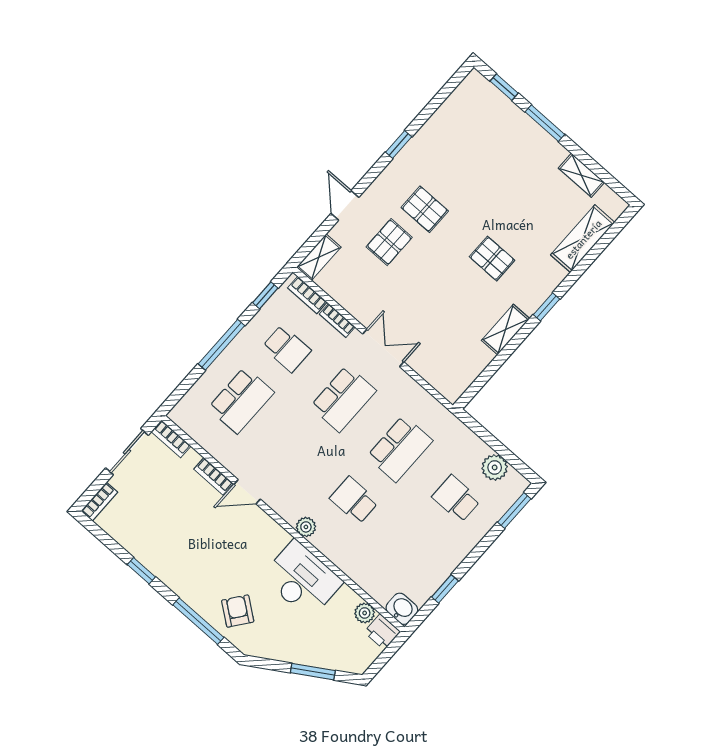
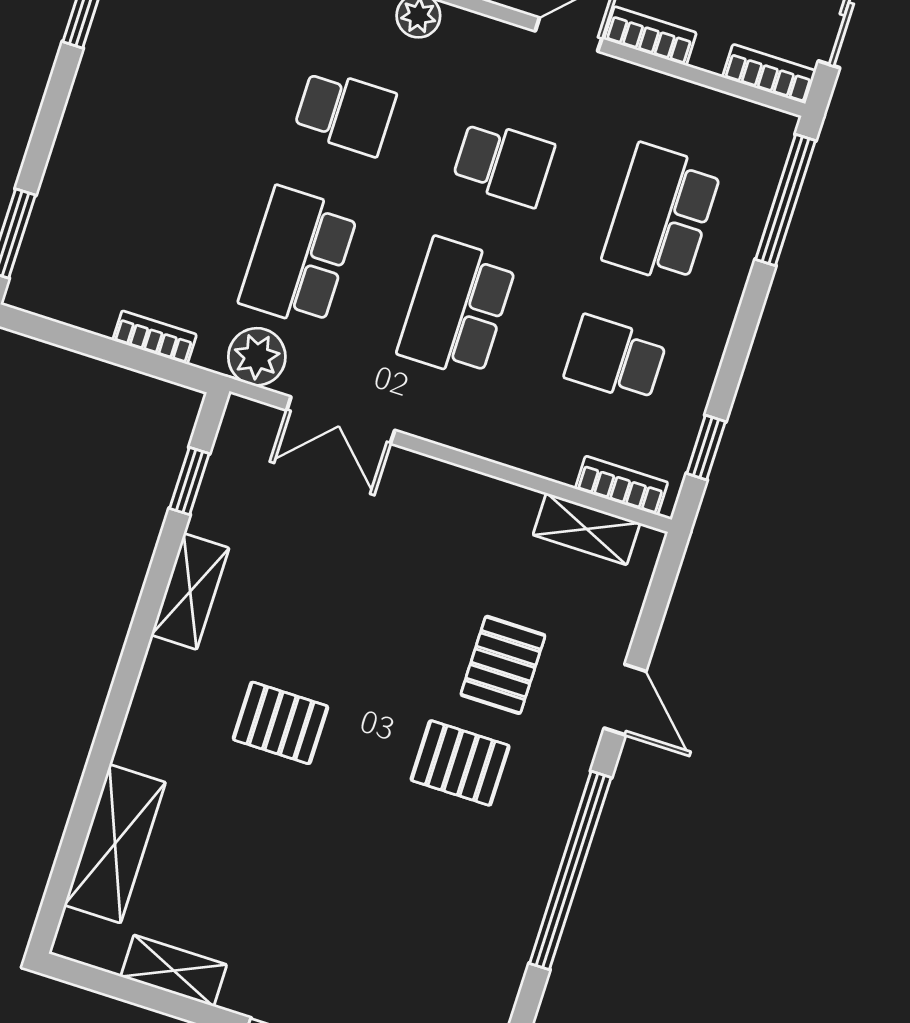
window: (399, 145) -> (570, 870), width x3.17
shelving: (319, 257) -> (586, 529), moved, turned 90
window: (547, 307) -> (189, 481), moved
bookcase: (337, 320) -> (155, 337), moved
window: (221, 345) -> (786, 200), moved
double door: (383, 348) -> (341, 420), moved
plant: (495, 467) -> (257, 357), moved
school desk: (456, 499) -> (503, 163), moved

